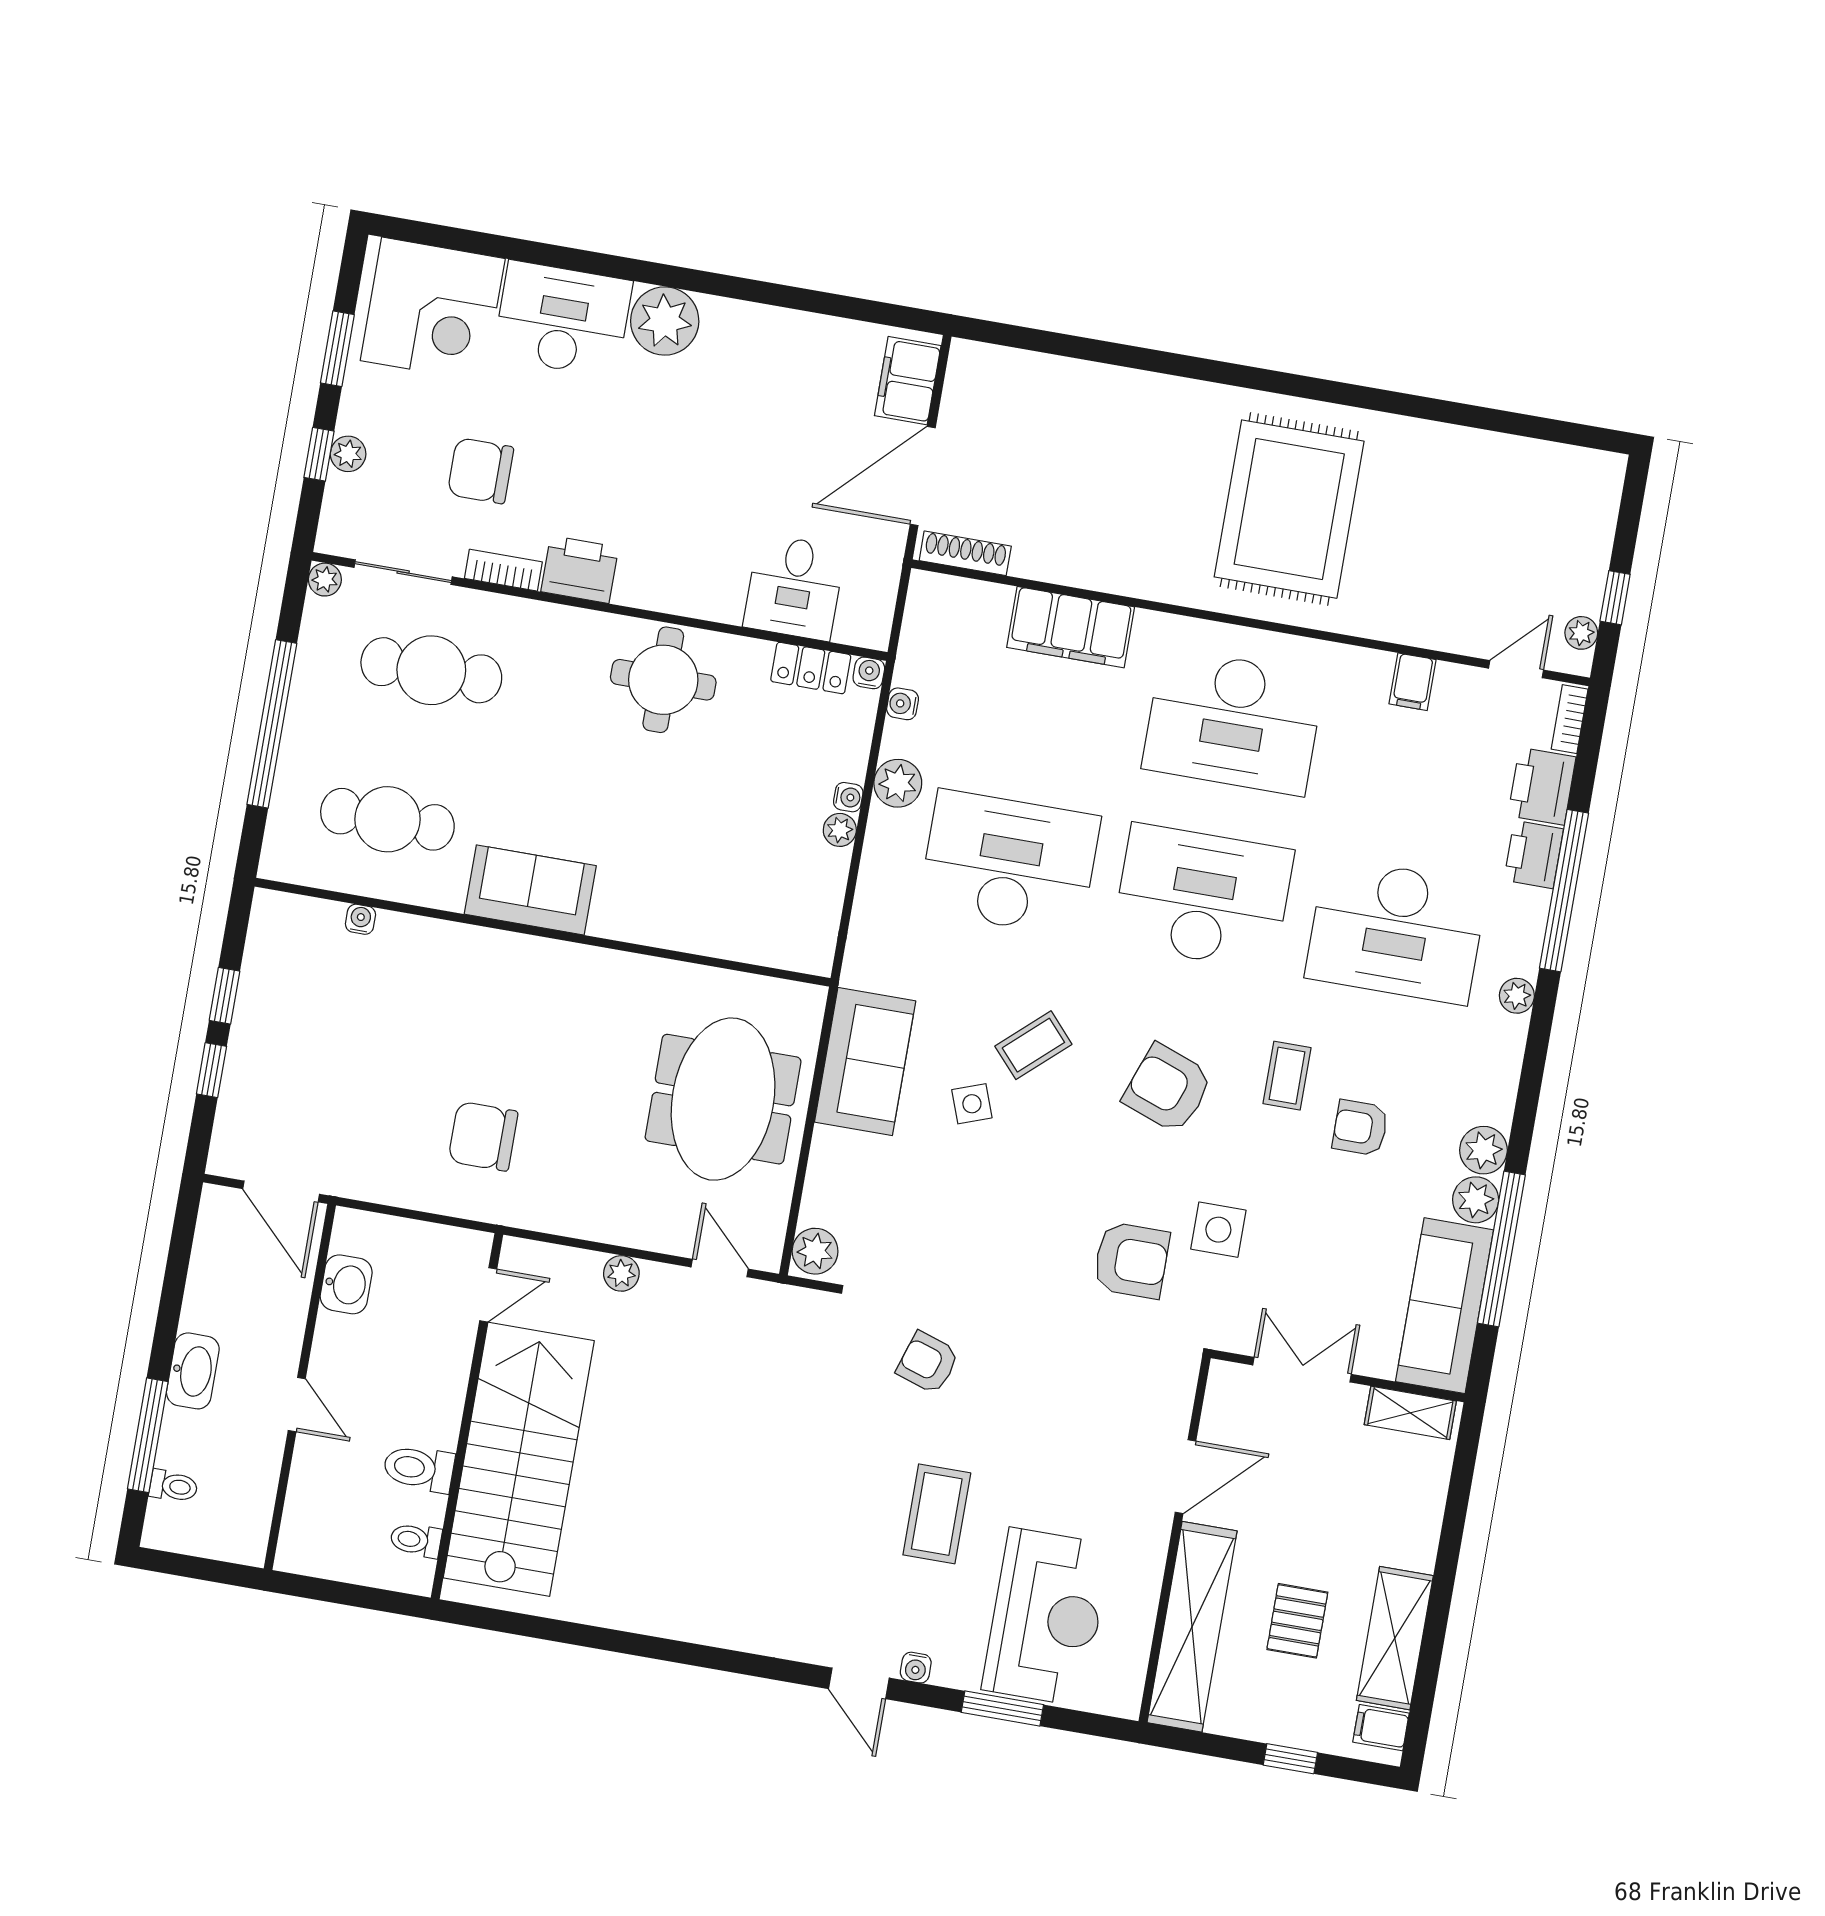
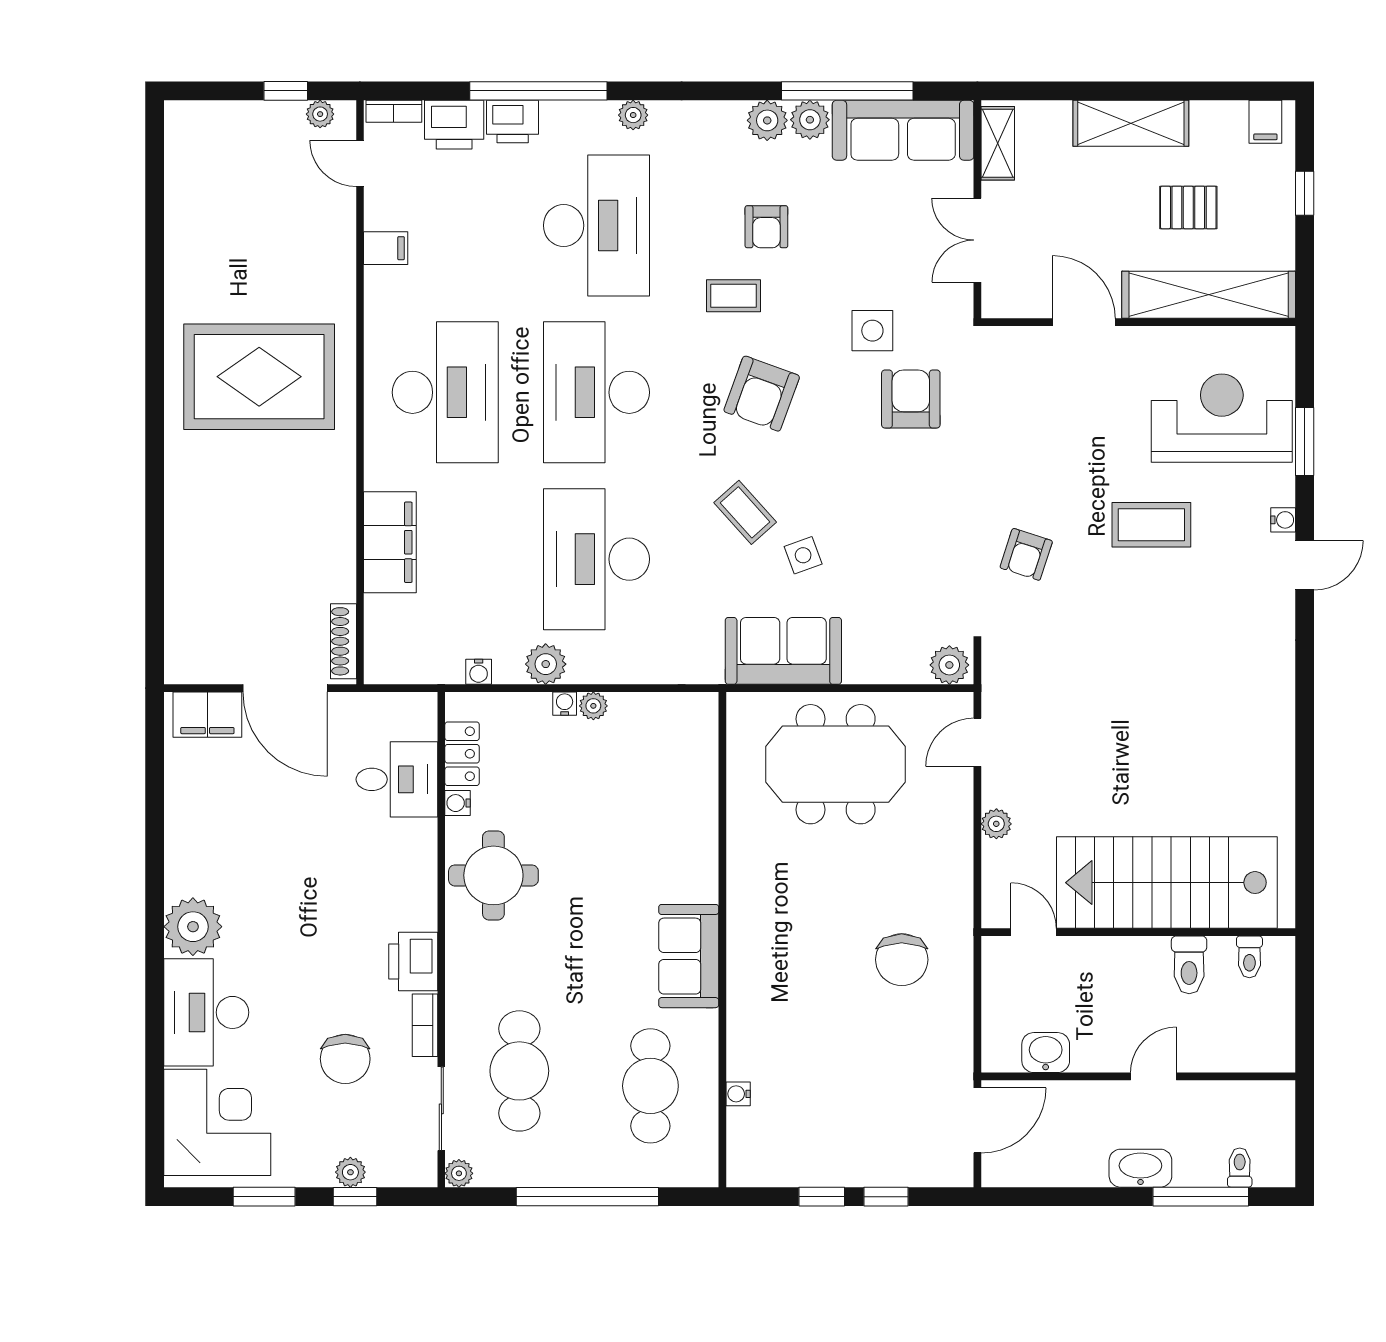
water cooler: (869, 673) -> (458, 803), moved
shelving: (1395, 1638) -> (1131, 123), moved

